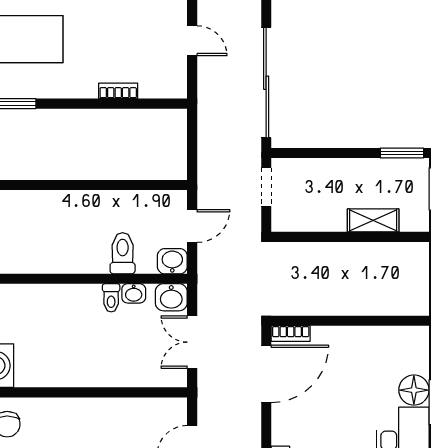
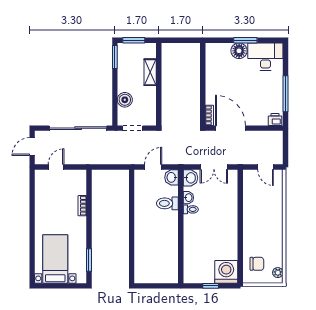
boiler: (320, 172) -> (125, 100), added
door: (192, 226) -> (153, 167), hinge flipped

